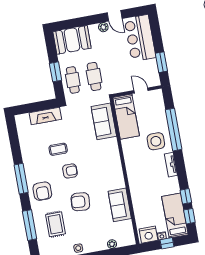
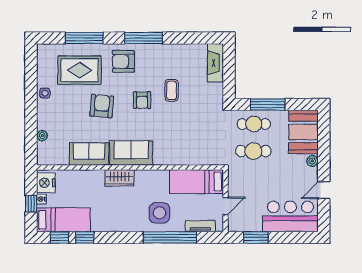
plant: (103, 27) -> (312, 161), moved
window: (56, 72) -> (268, 105), width x1.44
fireplace: (45, 116) -> (215, 63), moved
sofa: (104, 121) -> (131, 153), moved
tv unit: (171, 165) -> (200, 226), moved
wardrobe: (134, 178) -> (119, 178), added
rug: (55, 224) -> (80, 70), width x1.36, depth x1.43

